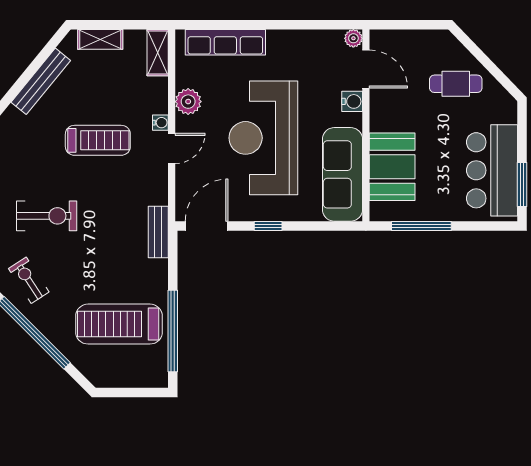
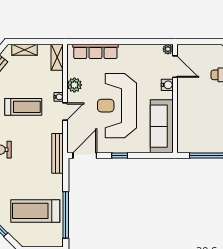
booth: (392, 167) -> (190, 122), removed
bench: (158, 232) -> (57, 153), width x1.36

